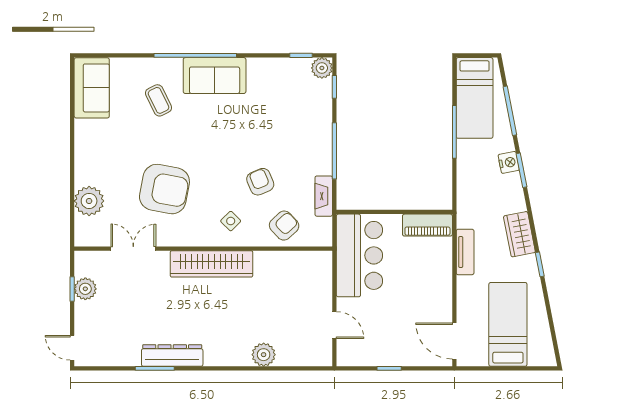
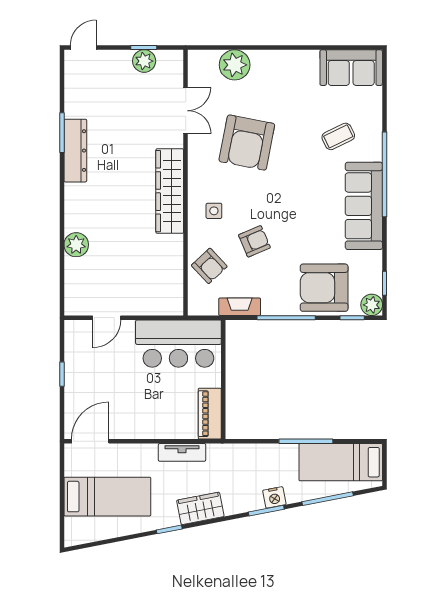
sofa: (215, 76) -> (364, 206), width x1.36
armchair: (305, 114) -> (324, 288), added
side table: (231, 221) -> (214, 211), turned 45

